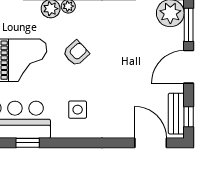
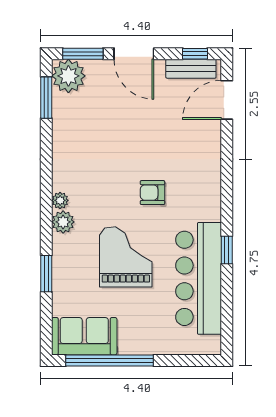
armchair: (76, 53) -> (152, 193), moved, turned -47
side table: (78, 110) -> (186, 189), removed

